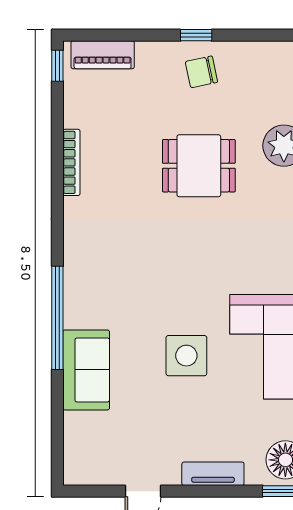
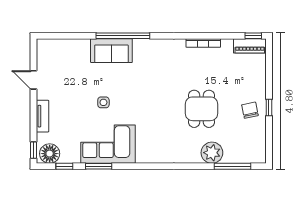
piano: (103, 55) -> (250, 46), moved, turned -90
side table: (186, 356) -> (103, 102), width x0.54, depth x0.54
sofa: (86, 370) -> (111, 51), moved

